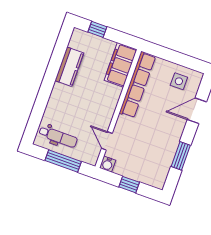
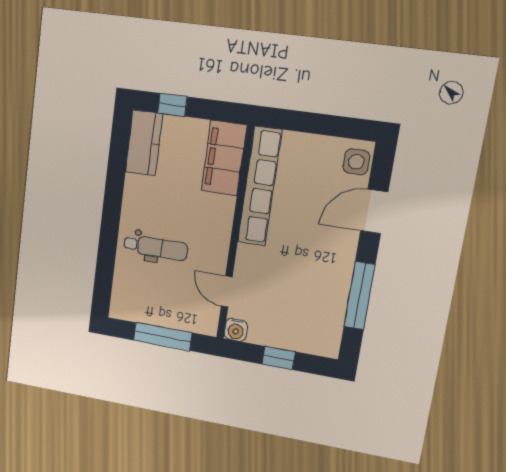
kitchen counter: (69, 67) -> (144, 143), moved
side table: (179, 81) -> (356, 162), moved
dental chair: (58, 137) -> (155, 247), moved
window: (181, 156) -> (359, 296), width x1.44

